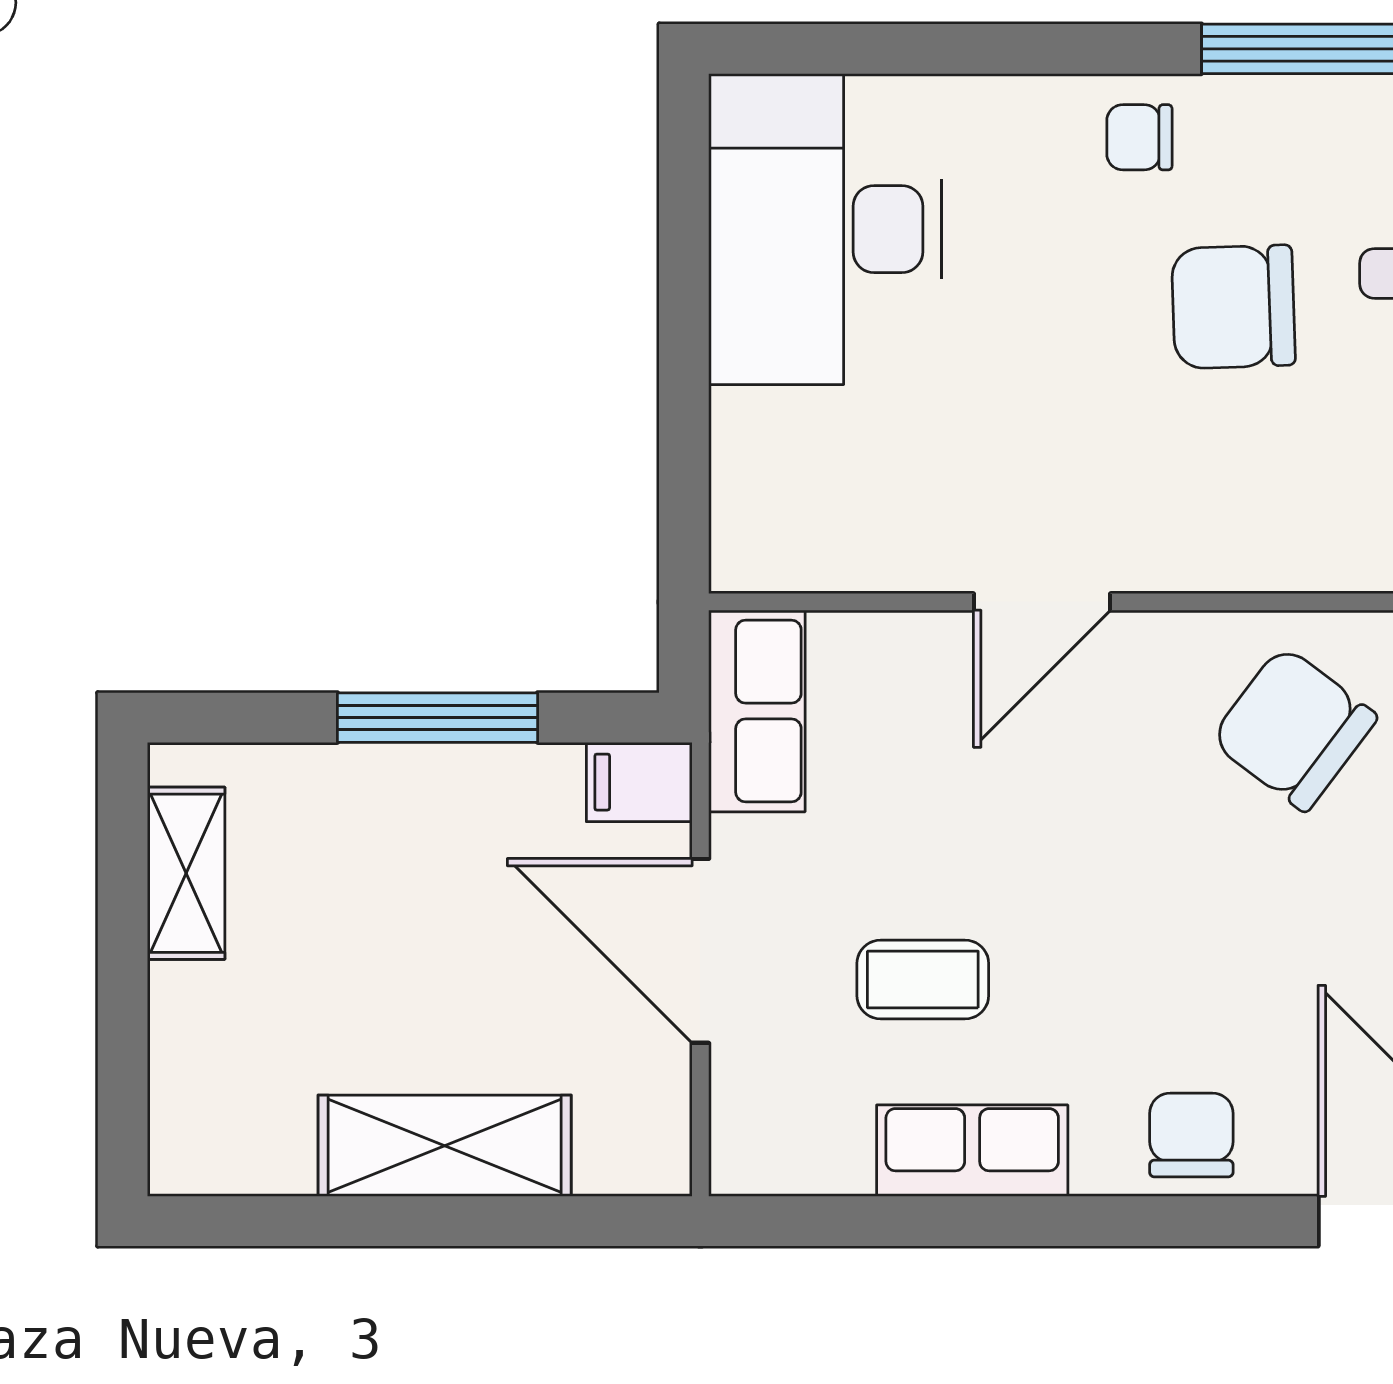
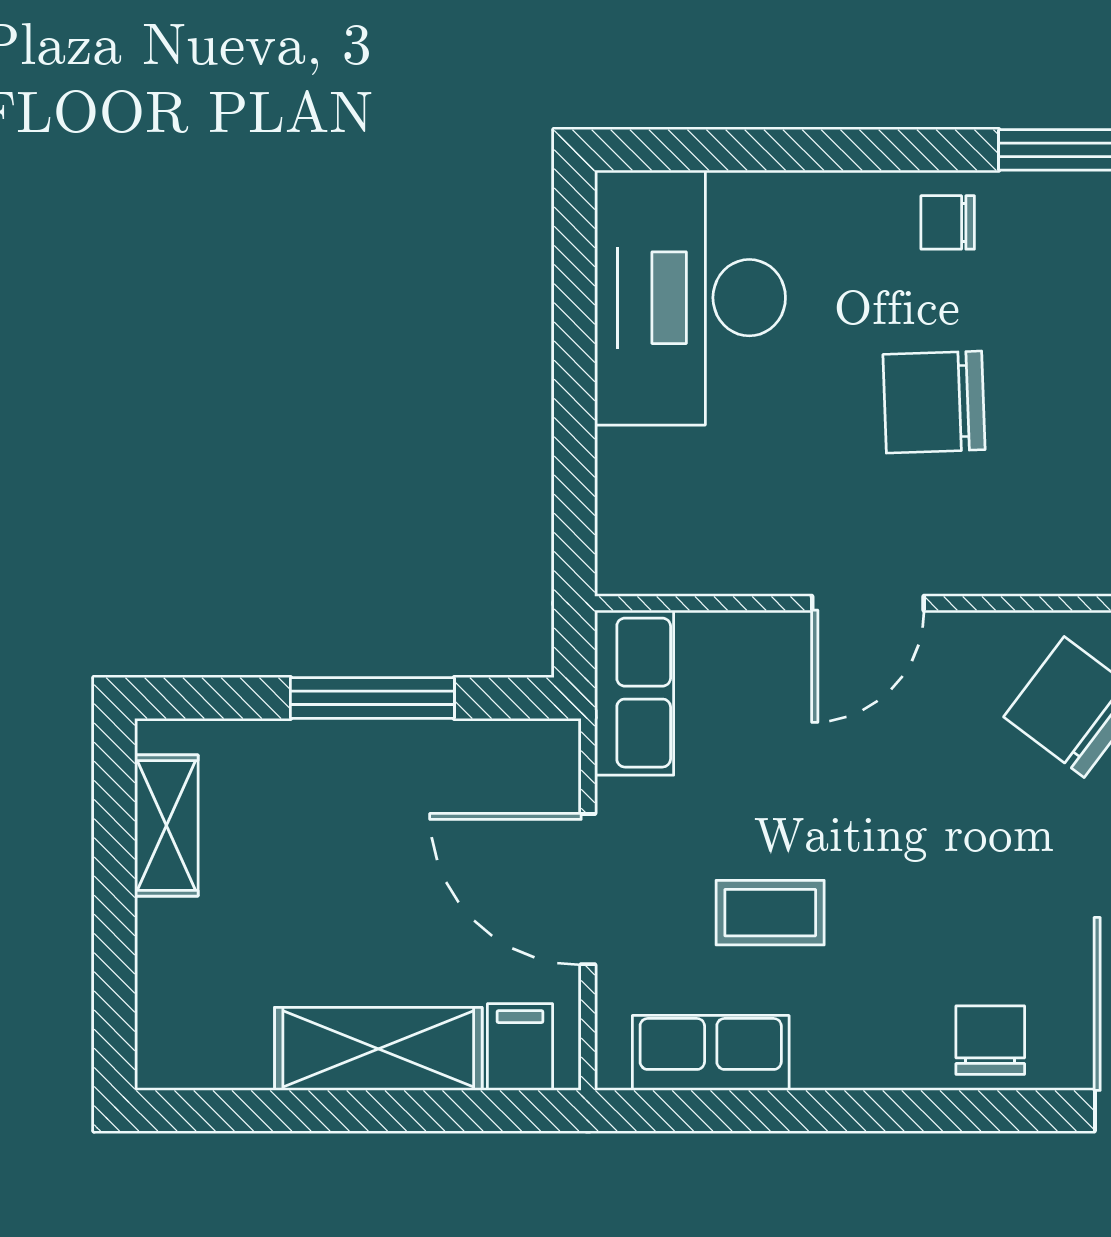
chair: (1233, 307) -> (934, 402), moved
filing cabinet: (639, 782) -> (520, 1047), moved, turned 90
row of seats: (972, 1151) -> (711, 1053), moved

